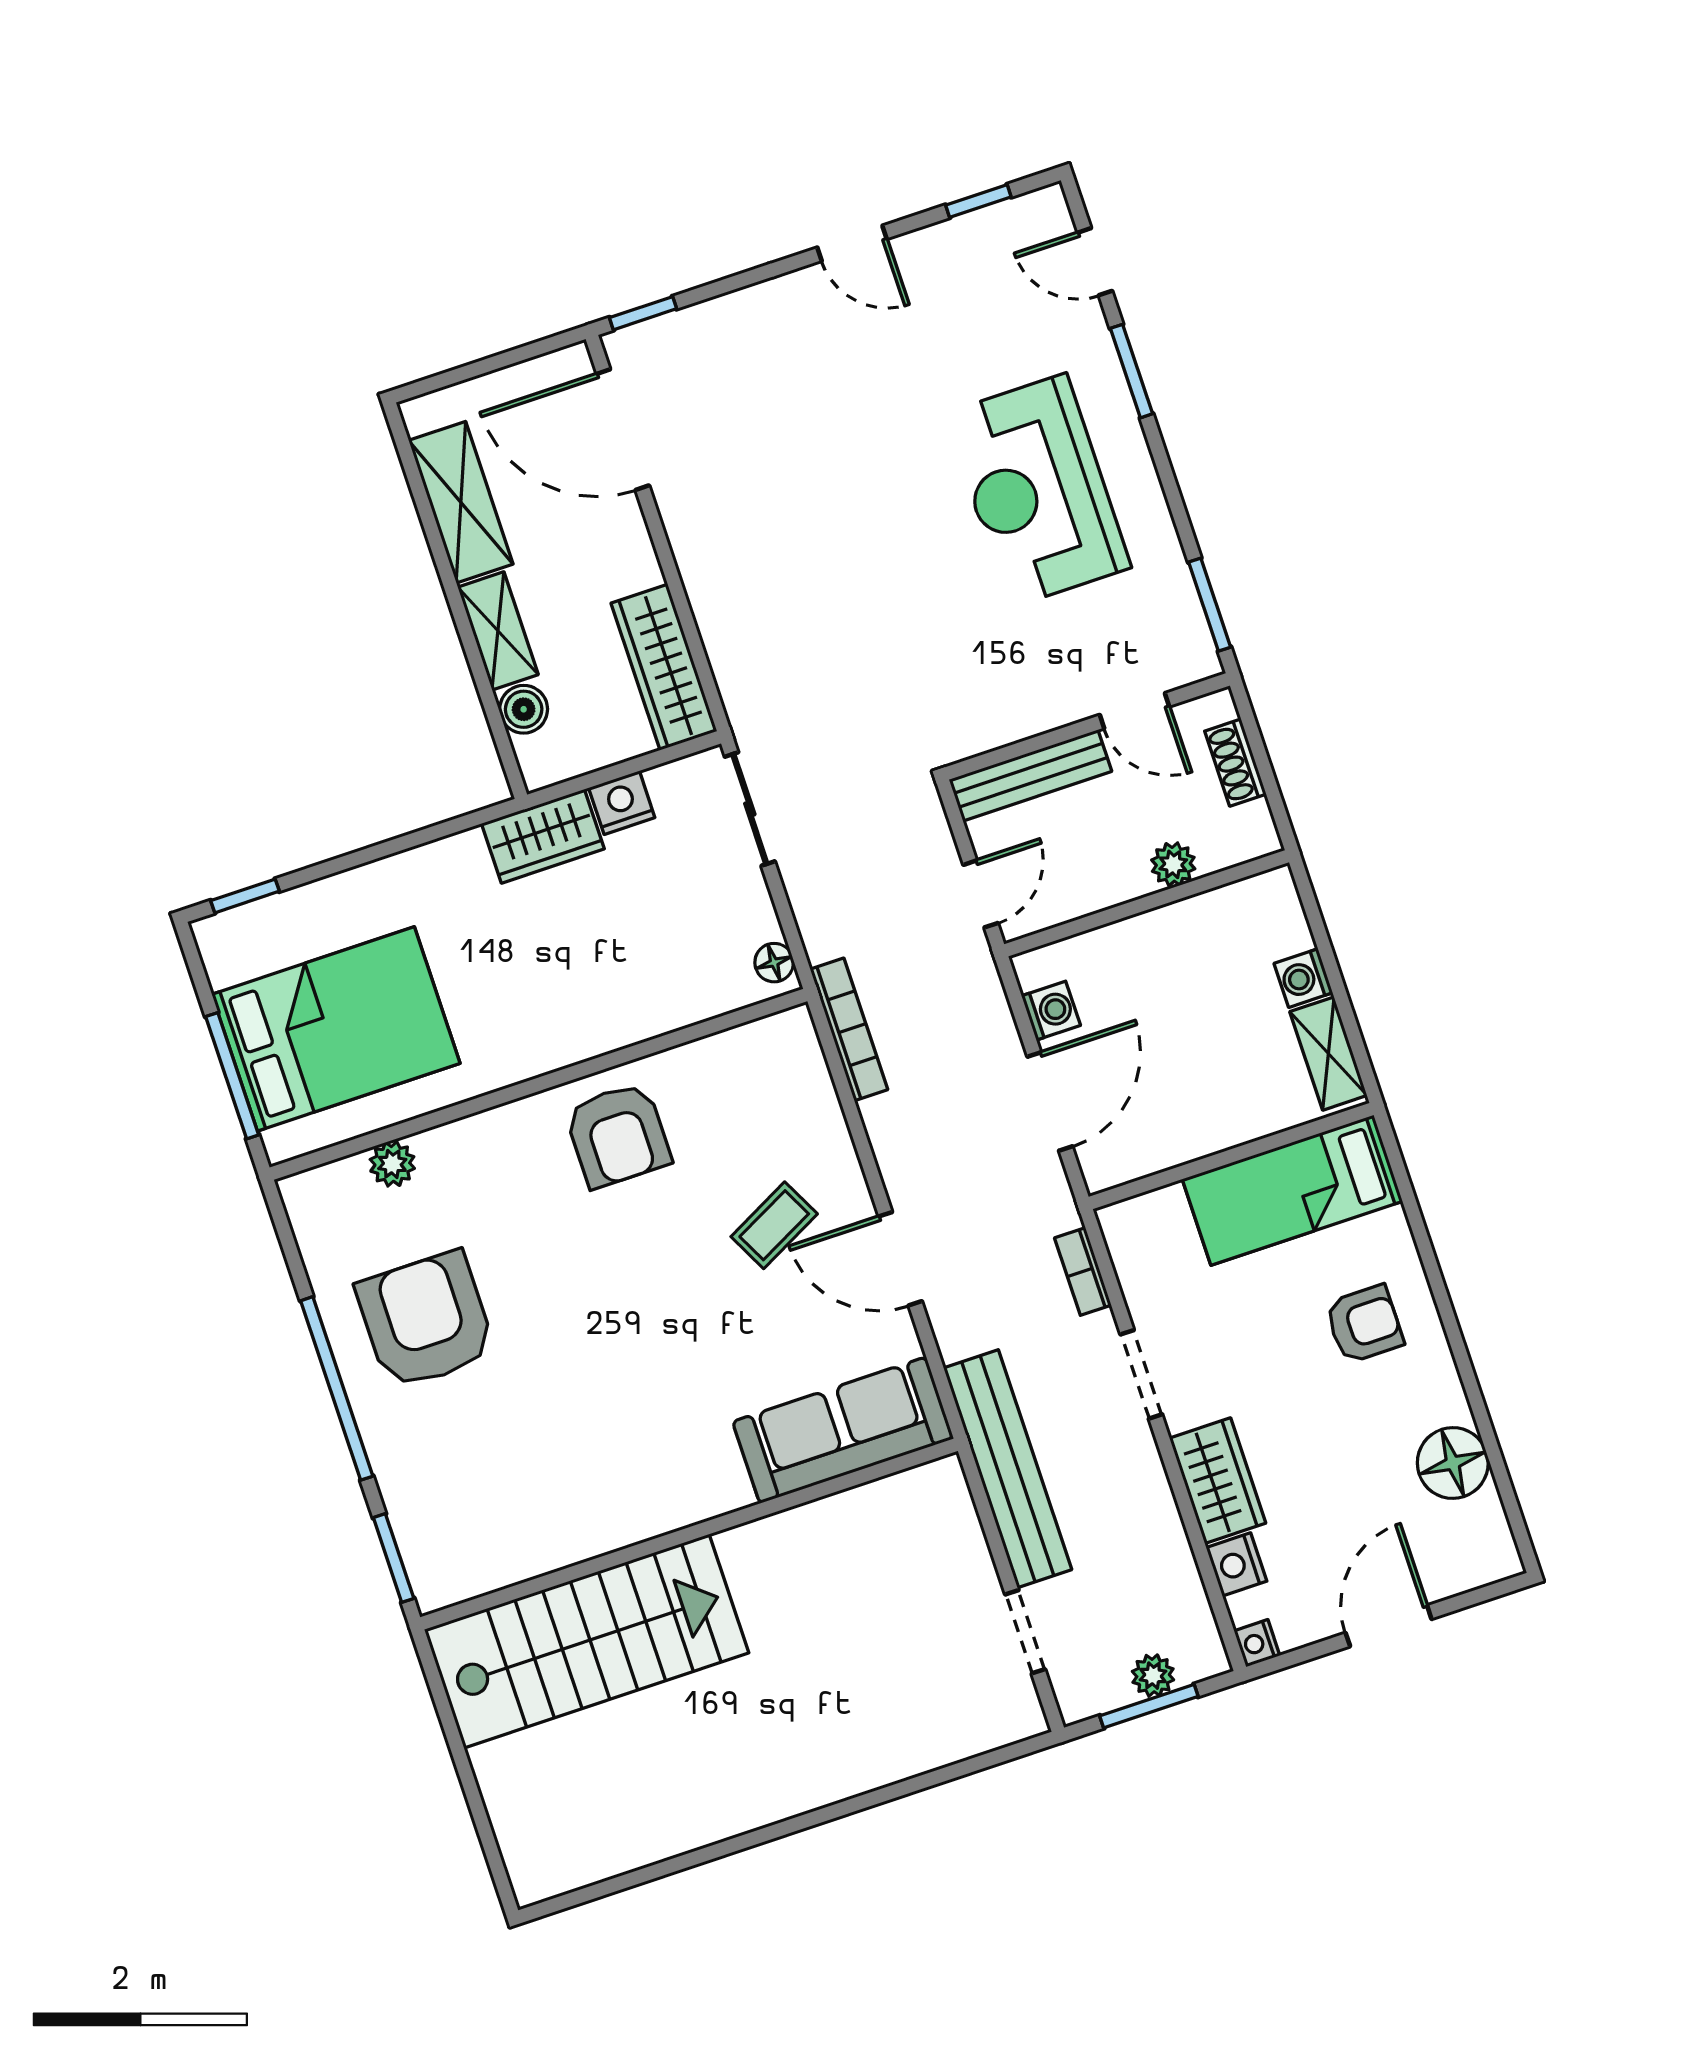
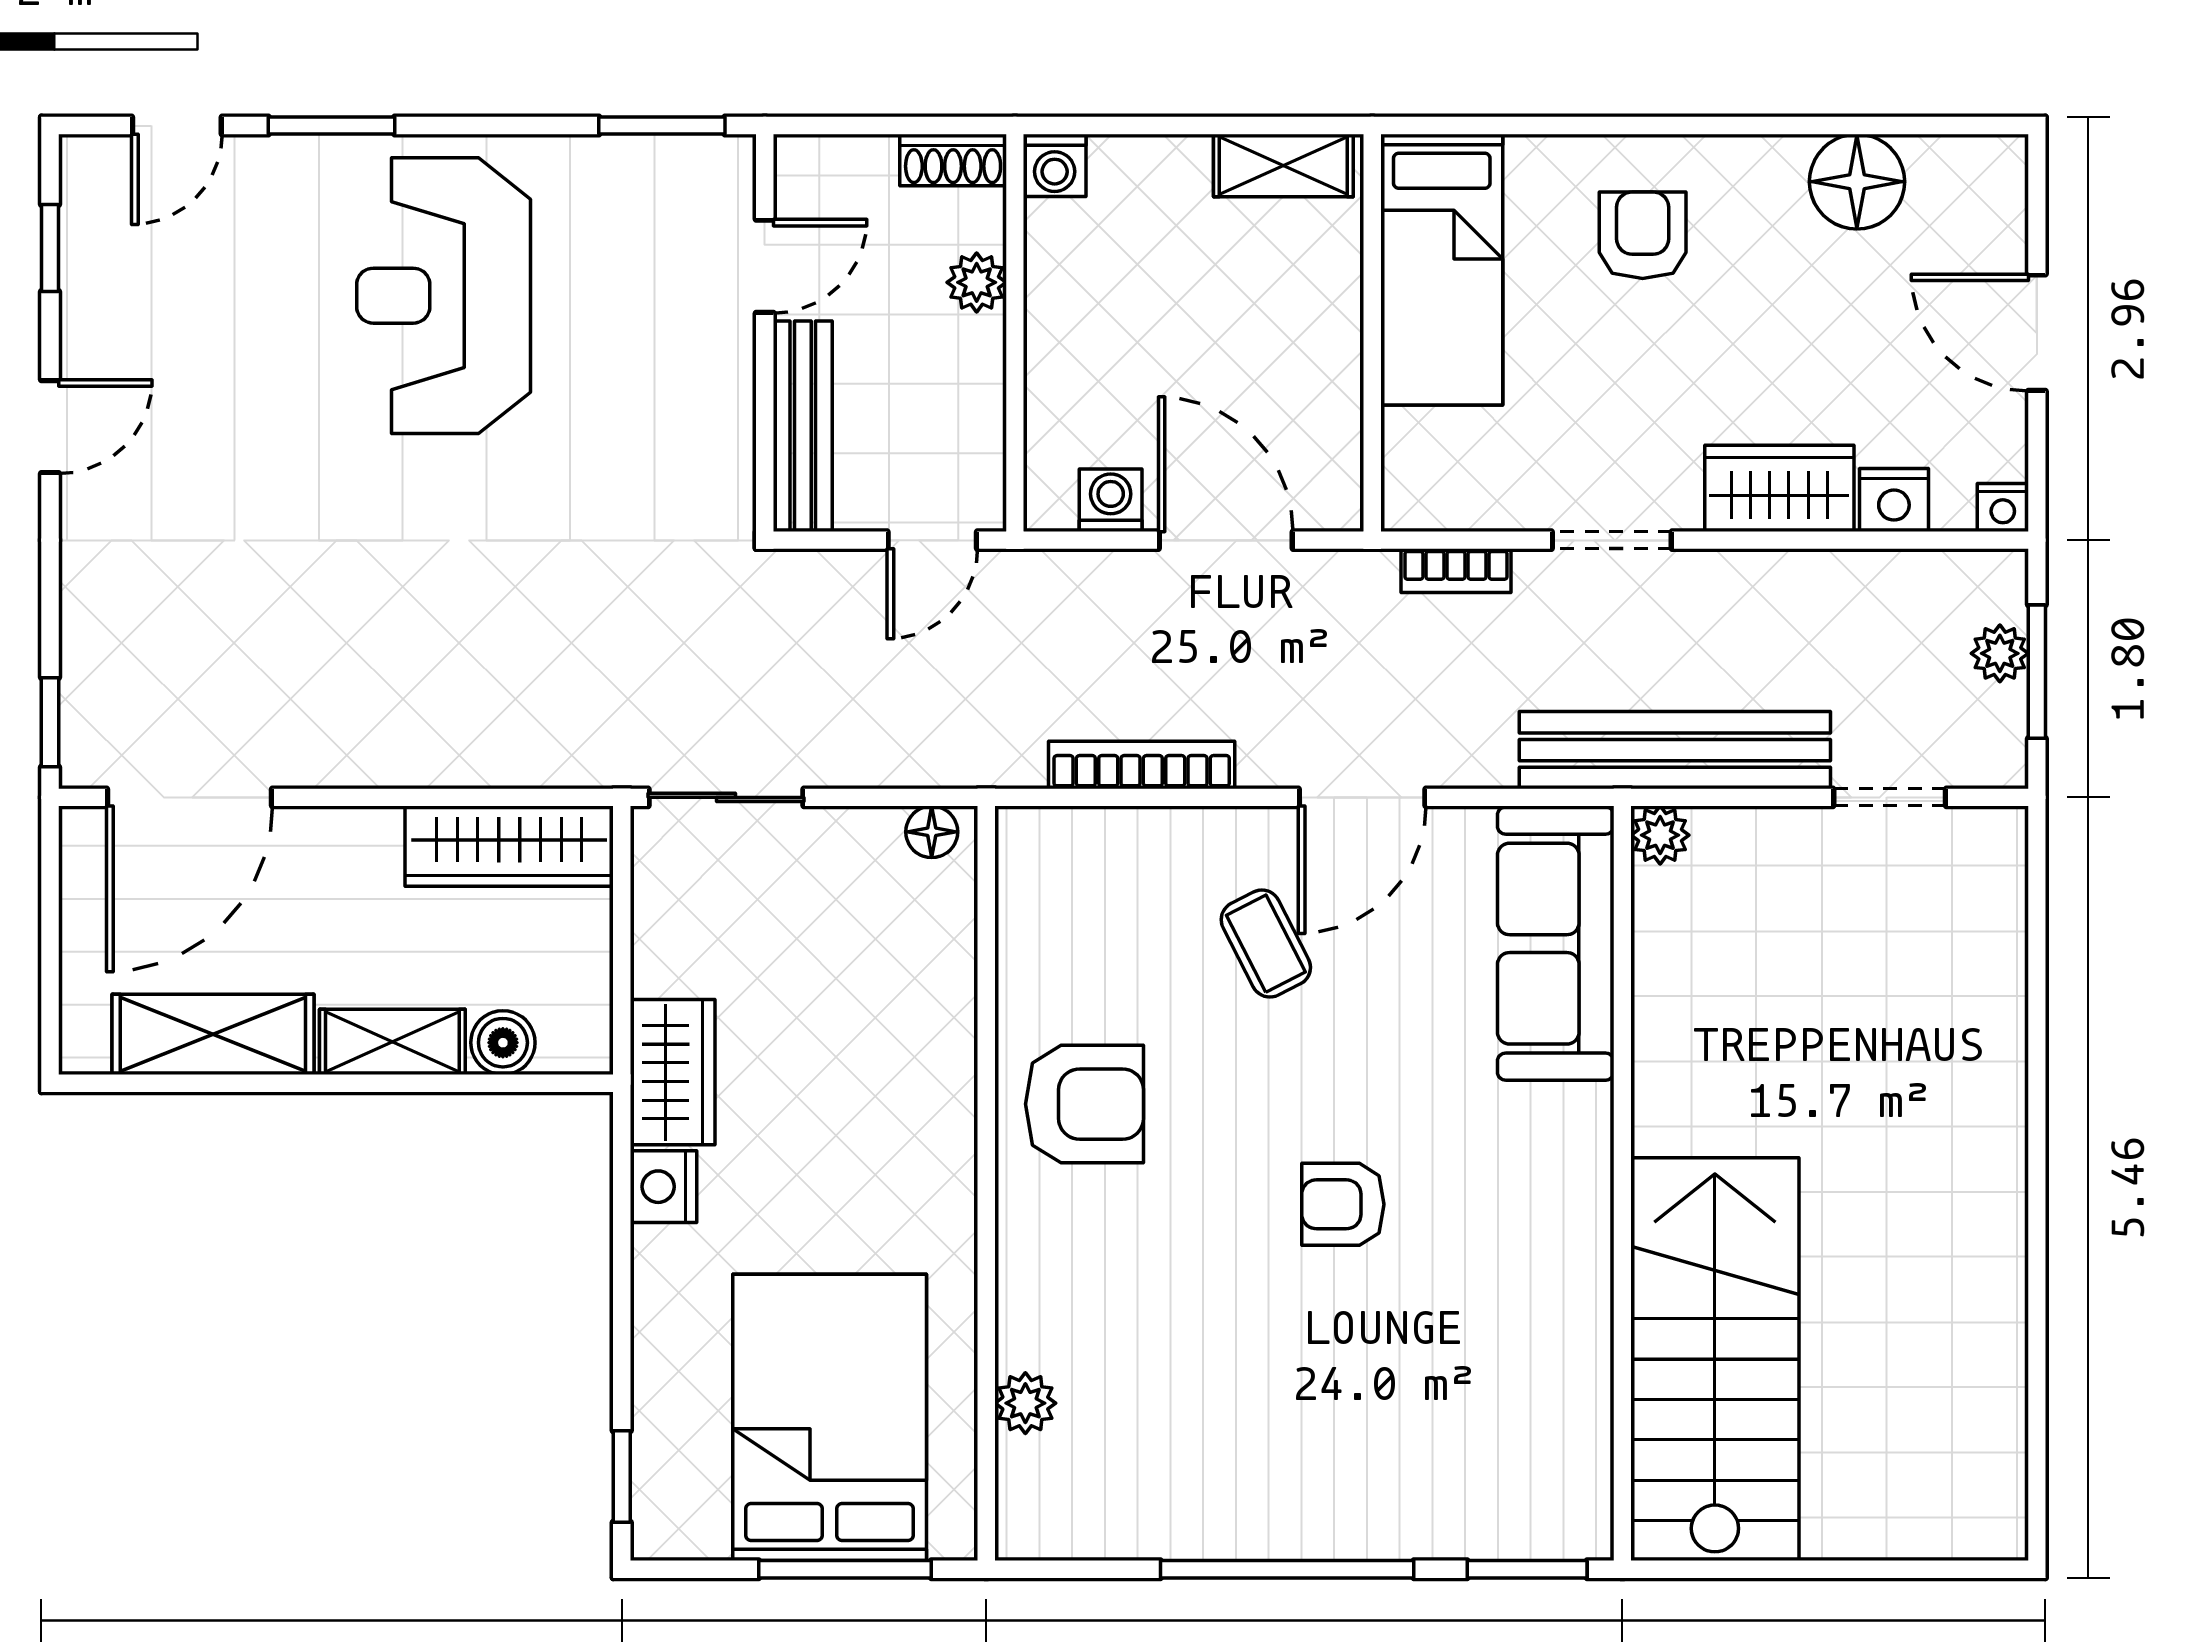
reception desk: (1038, 491) -> (444, 296), turned 90
shoe rack: (1235, 763) -> (953, 160), moved
nightstand: (622, 803) -> (663, 1187), moved
door: (981, 894) -> (932, 540), swing flipped
washing machine: (1303, 978) -> (1055, 165), moved
bookcase: (849, 1029) -> (1142, 765), moved
armchair: (426, 1320) -> (1343, 1204), moved, width x0.53, depth x0.53
plant: (944, 1478) -> (1660, 835), added

